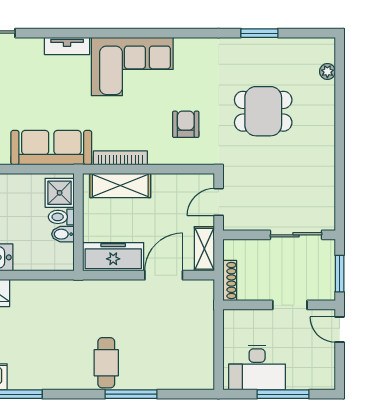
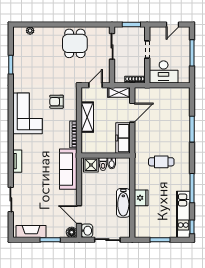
corner sofa: (132, 66) -> (28, 113), moved
dining table: (263, 111) -> (75, 43), moved
shelving: (120, 185) -> (87, 117), moved
door: (219, 202) -> (96, 85), swing flipped
door: (164, 275) -> (132, 113), swing flipped
door: (340, 330) -> (172, 25), moved
cafe table: (106, 363) -> (161, 162), moved
desk: (257, 368) -> (164, 72), moved, turned 90

